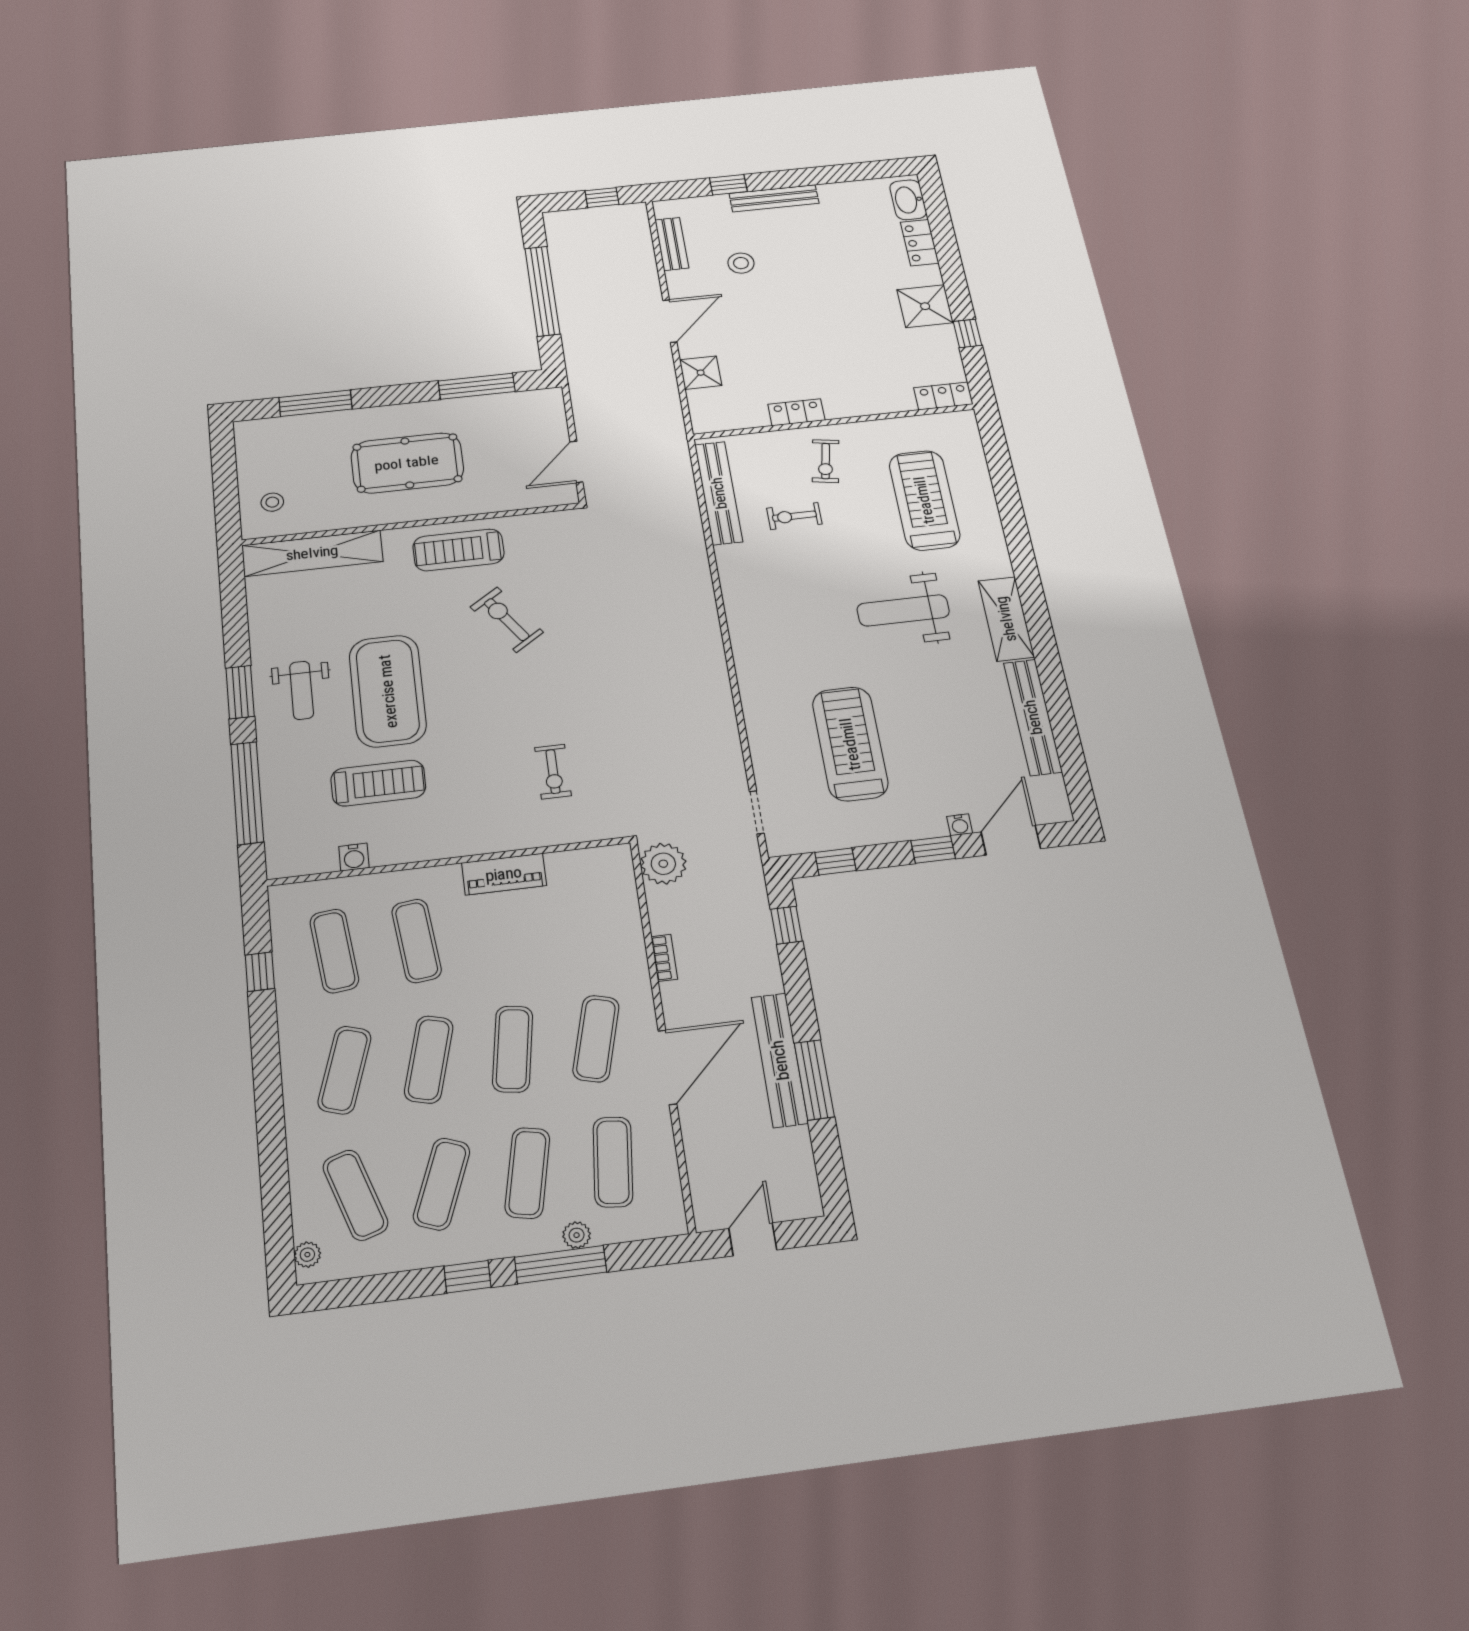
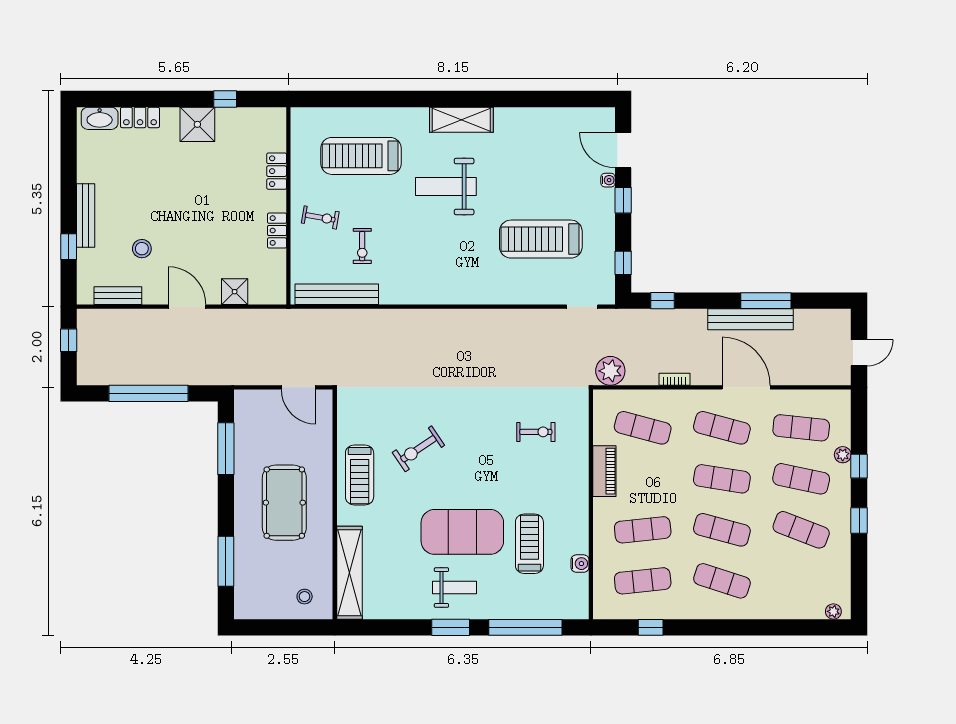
locker: (943, 396) -> (277, 171), moved
weight bench: (903, 610) -> (446, 186), turned 90
bench: (1033, 717) -> (537, 118), removed
exercise mat: (355, 1195) -> (643, 428), moved, turned 33
door: (753, 1239) -> (859, 353), swing flipped
window: (561, 1265) -> (859, 466), width x0.46

